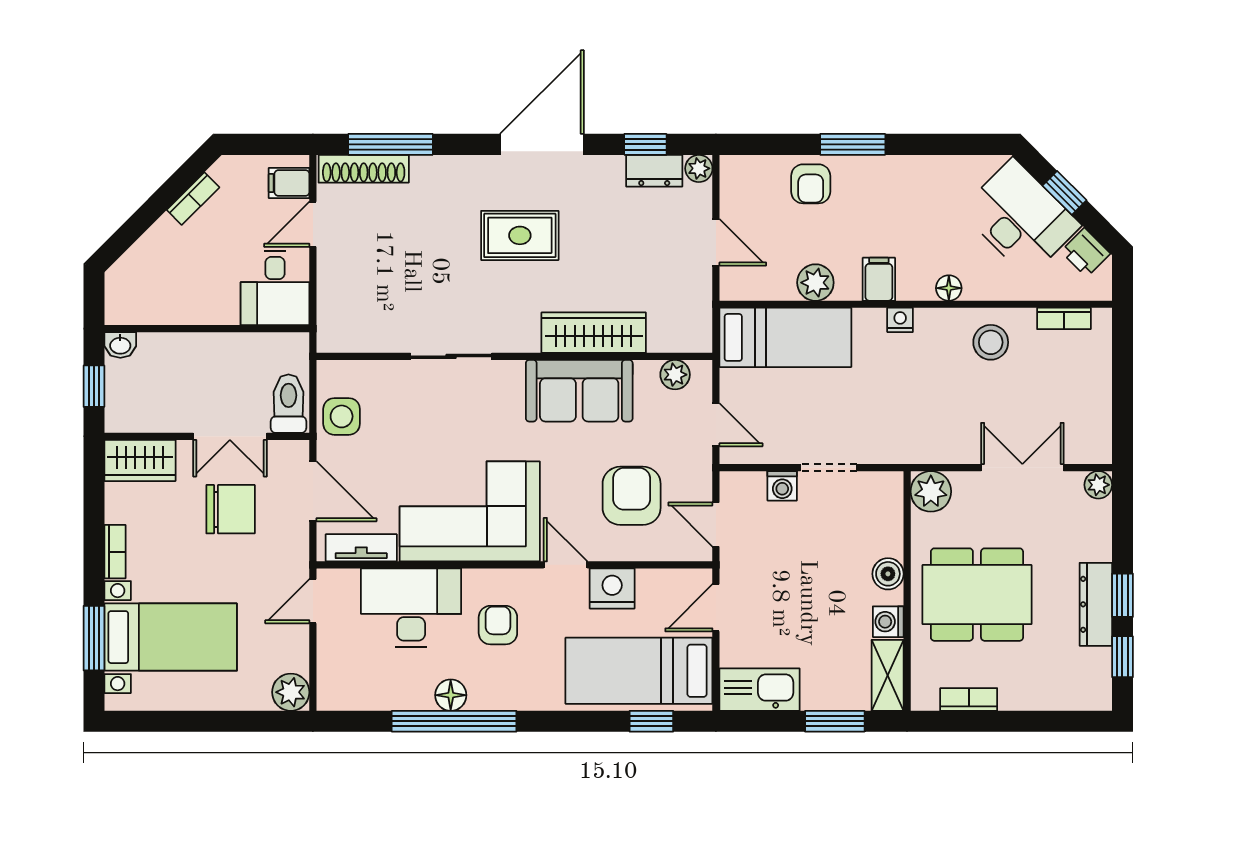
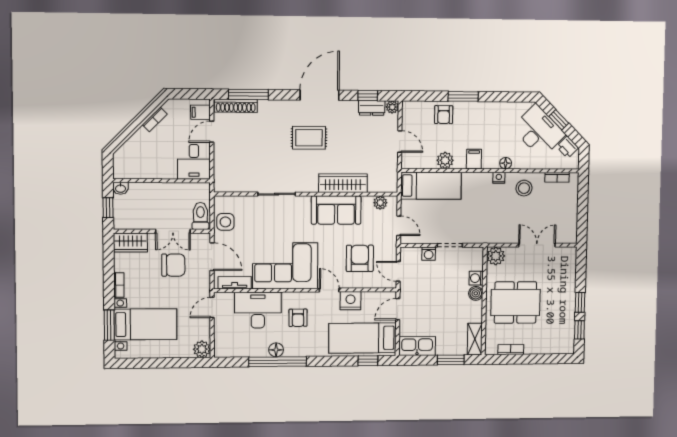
nightstand: (900, 320) -> (499, 178), moved
plant: (1098, 485) -> (571, 253), removed
dresser: (1096, 604) -> (568, 307), removed
washing machine: (888, 622) -> (476, 278), moved
armchair: (498, 625) -> (298, 318), turned 180

